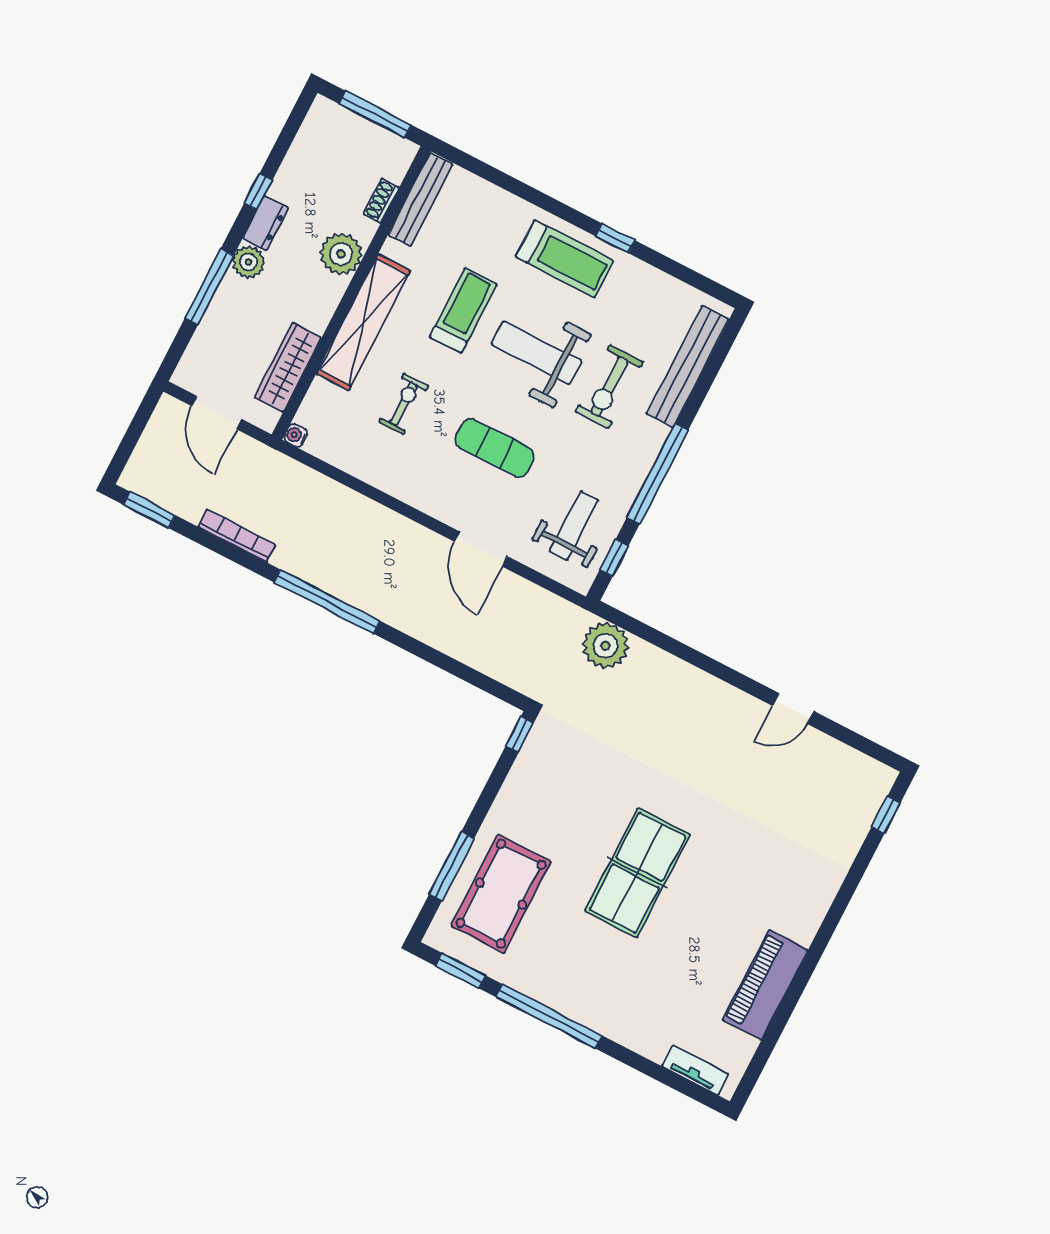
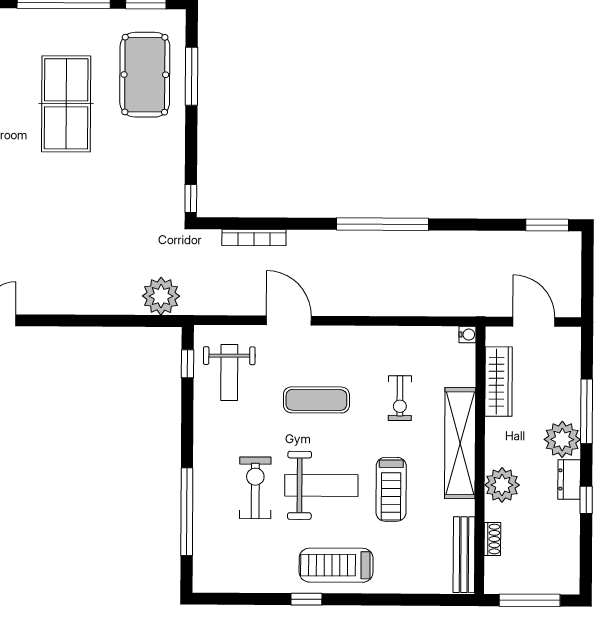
plant: (248, 262) -> (562, 439), width x1.36, depth x1.36
bench: (688, 366) -> (205, 532), removed
window: (658, 474) -> (187, 512), moved
bookcase: (237, 536) -> (254, 238), moved
table tennis table: (637, 873) -> (66, 104), moved

